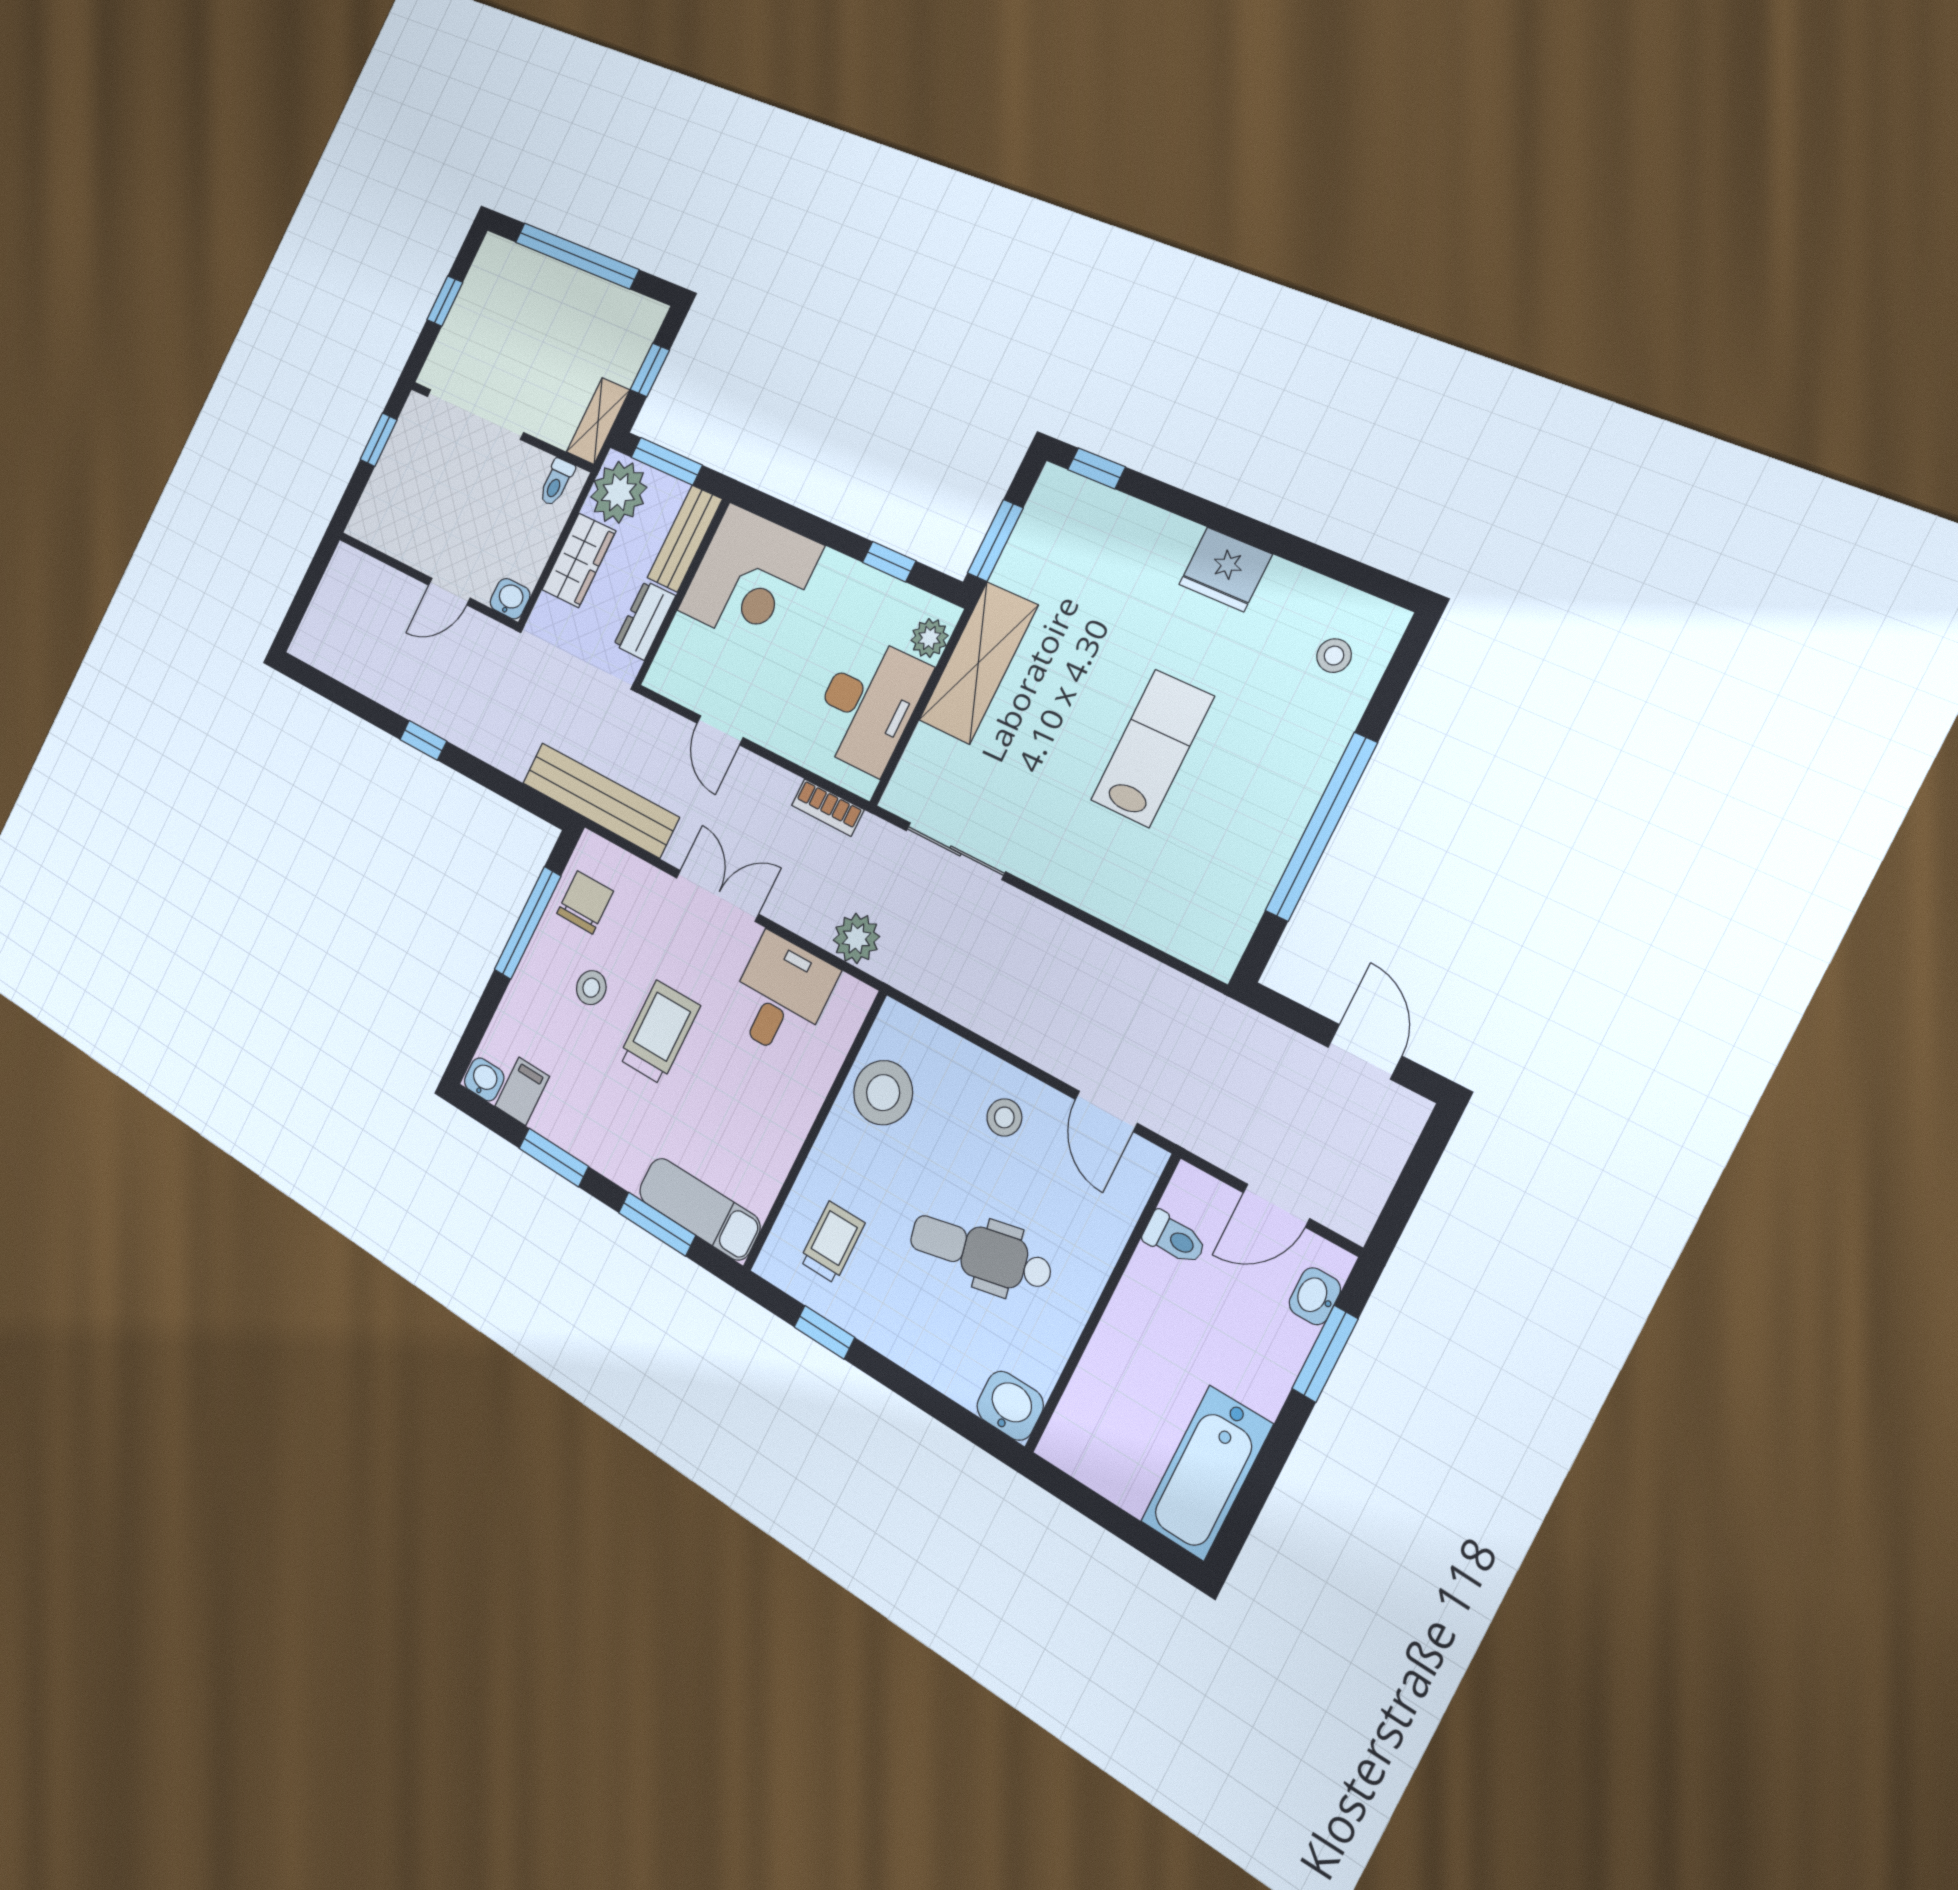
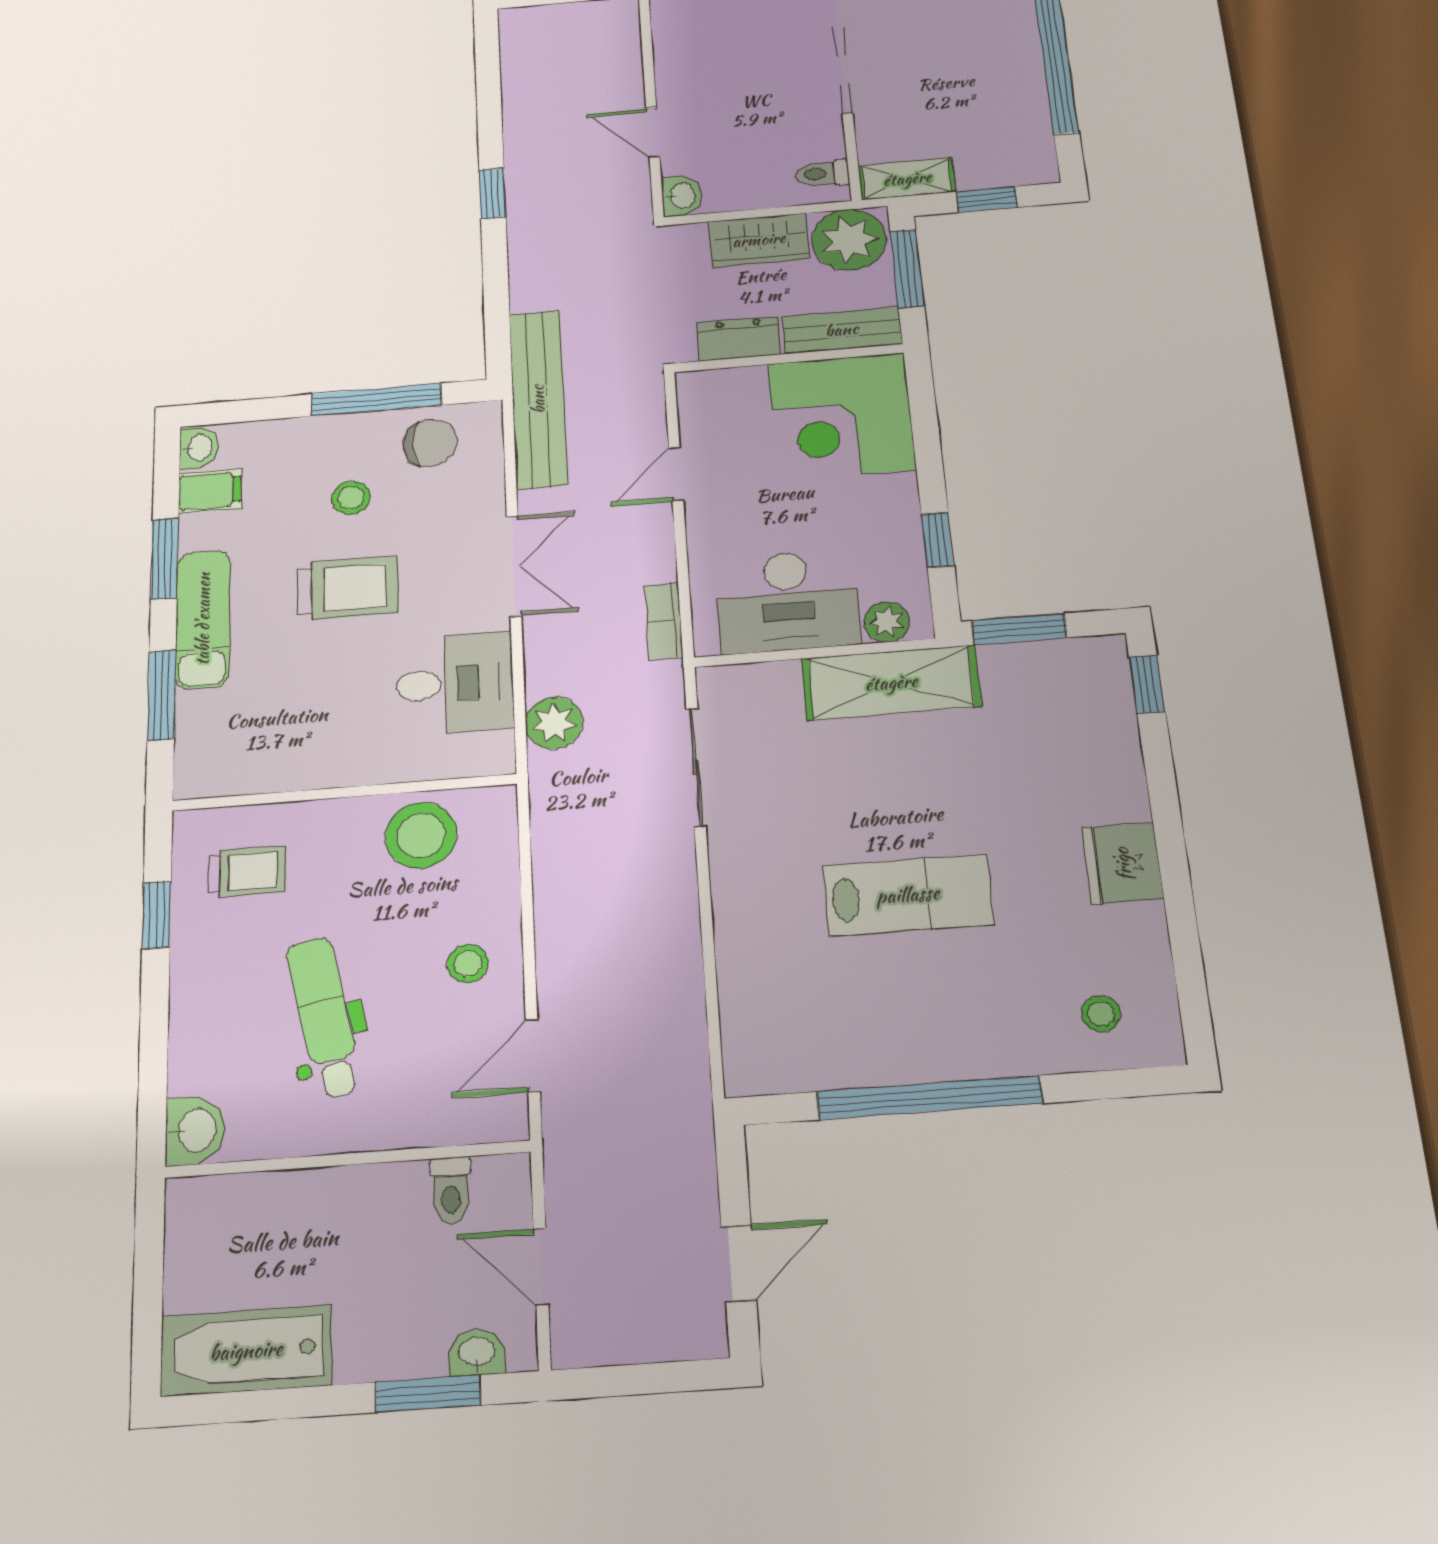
exam couch: (699, 1209) -> (203, 619), moved

